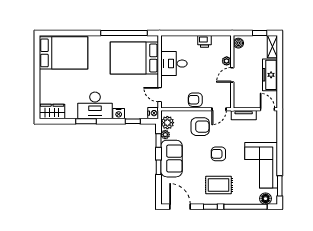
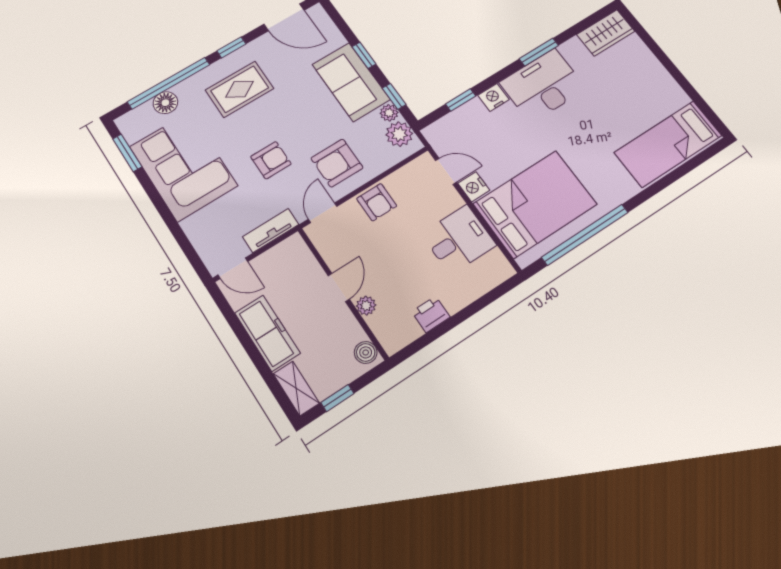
bed: (64, 53) -> (668, 144), width x0.67
armchair: (195, 100) -> (377, 202), turned 90
nightstand: (153, 113) -> (474, 187), moved
armchair: (218, 154) -> (271, 160), moved
floor lamp: (266, 199) -> (165, 103), moved

